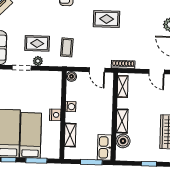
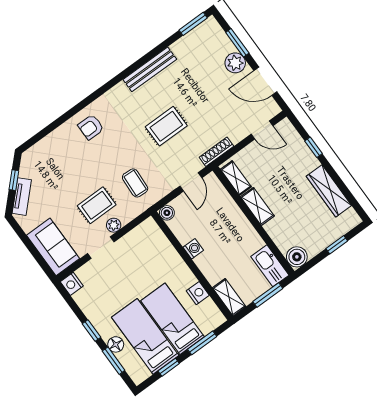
rug: (107, 19) -> (166, 126), moved
door: (97, 70) -> (191, 182), hinge flipped
nightstand: (55, 115) -> (198, 293), moved
shelving: (122, 121) -> (257, 206), moved
shelving: (70, 135) -> (229, 297), moved
boiler: (123, 141) -> (297, 257), moved

